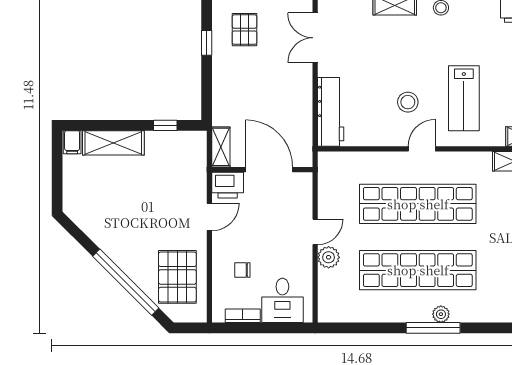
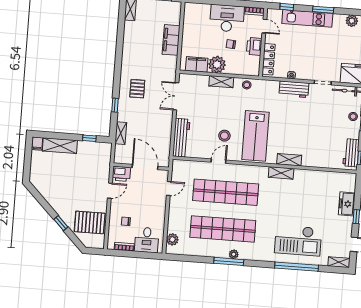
window: (207, 43) -> (115, 105), moved
lab bench: (464, 98) -> (256, 136), width x1.36, depth x1.39
shelving: (221, 147) -> (121, 133), moved
door: (422, 149) -> (219, 161), moved
door: (315, 232) -> (169, 189), moved
plant: (329, 257) -> (172, 239), moved
pallet: (177, 277) -> (90, 222), turned 90
window: (126, 282) -> (61, 223), width x0.32

